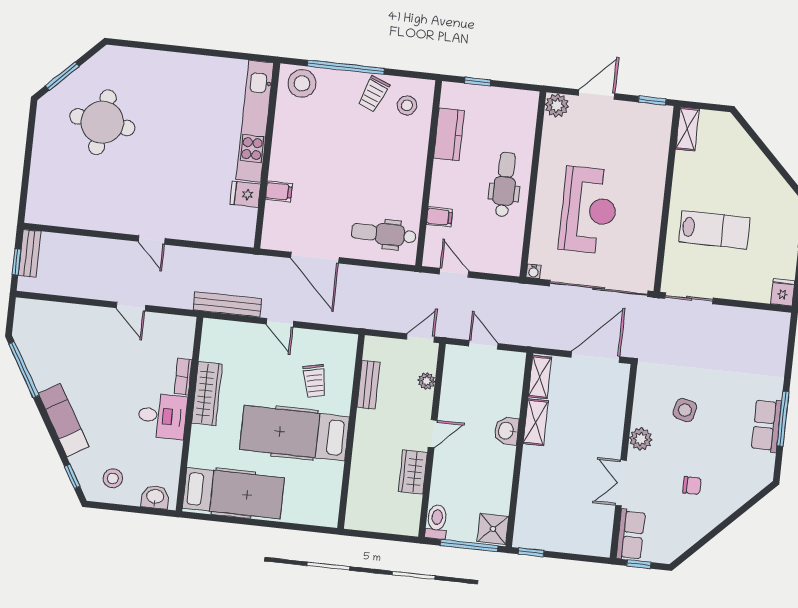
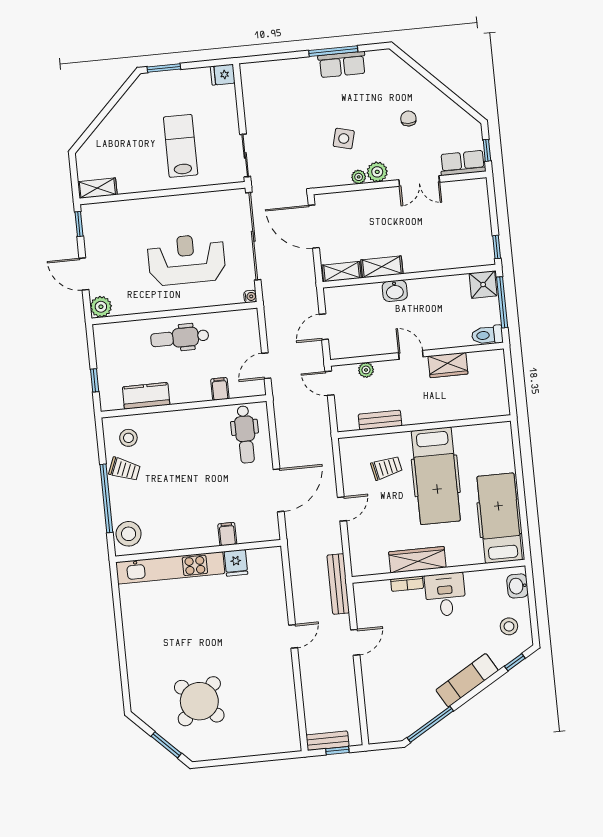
round table: (102, 122) -> (199, 701), turned 37
bench: (227, 304) -> (338, 584), moved
plant: (639, 417) -> (359, 177), added

